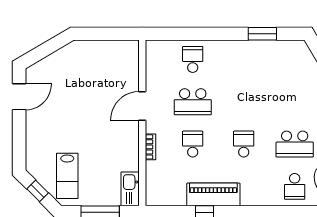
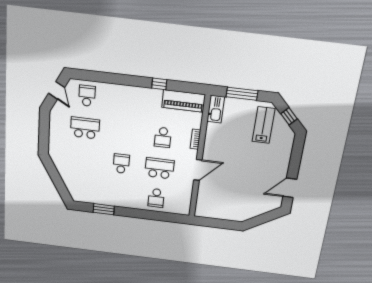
school desk: (244, 144) -> (121, 164), moved, turned 180
piano: (213, 194) -> (184, 101), moved

